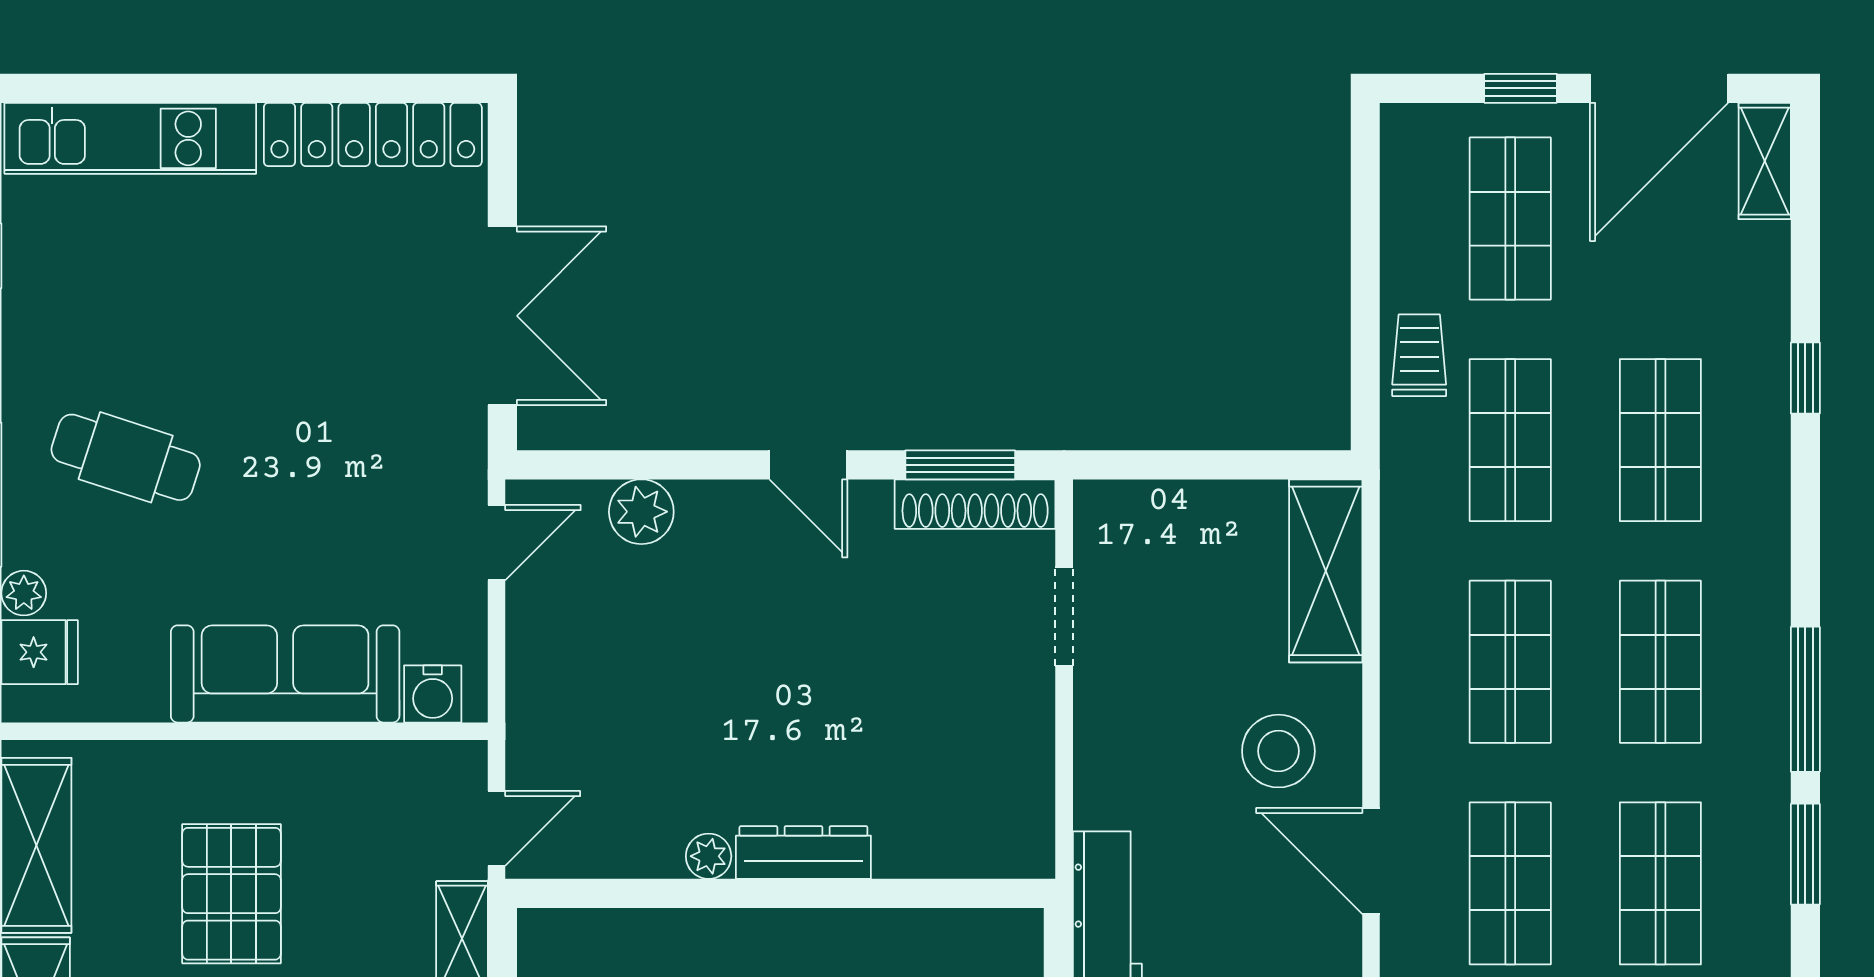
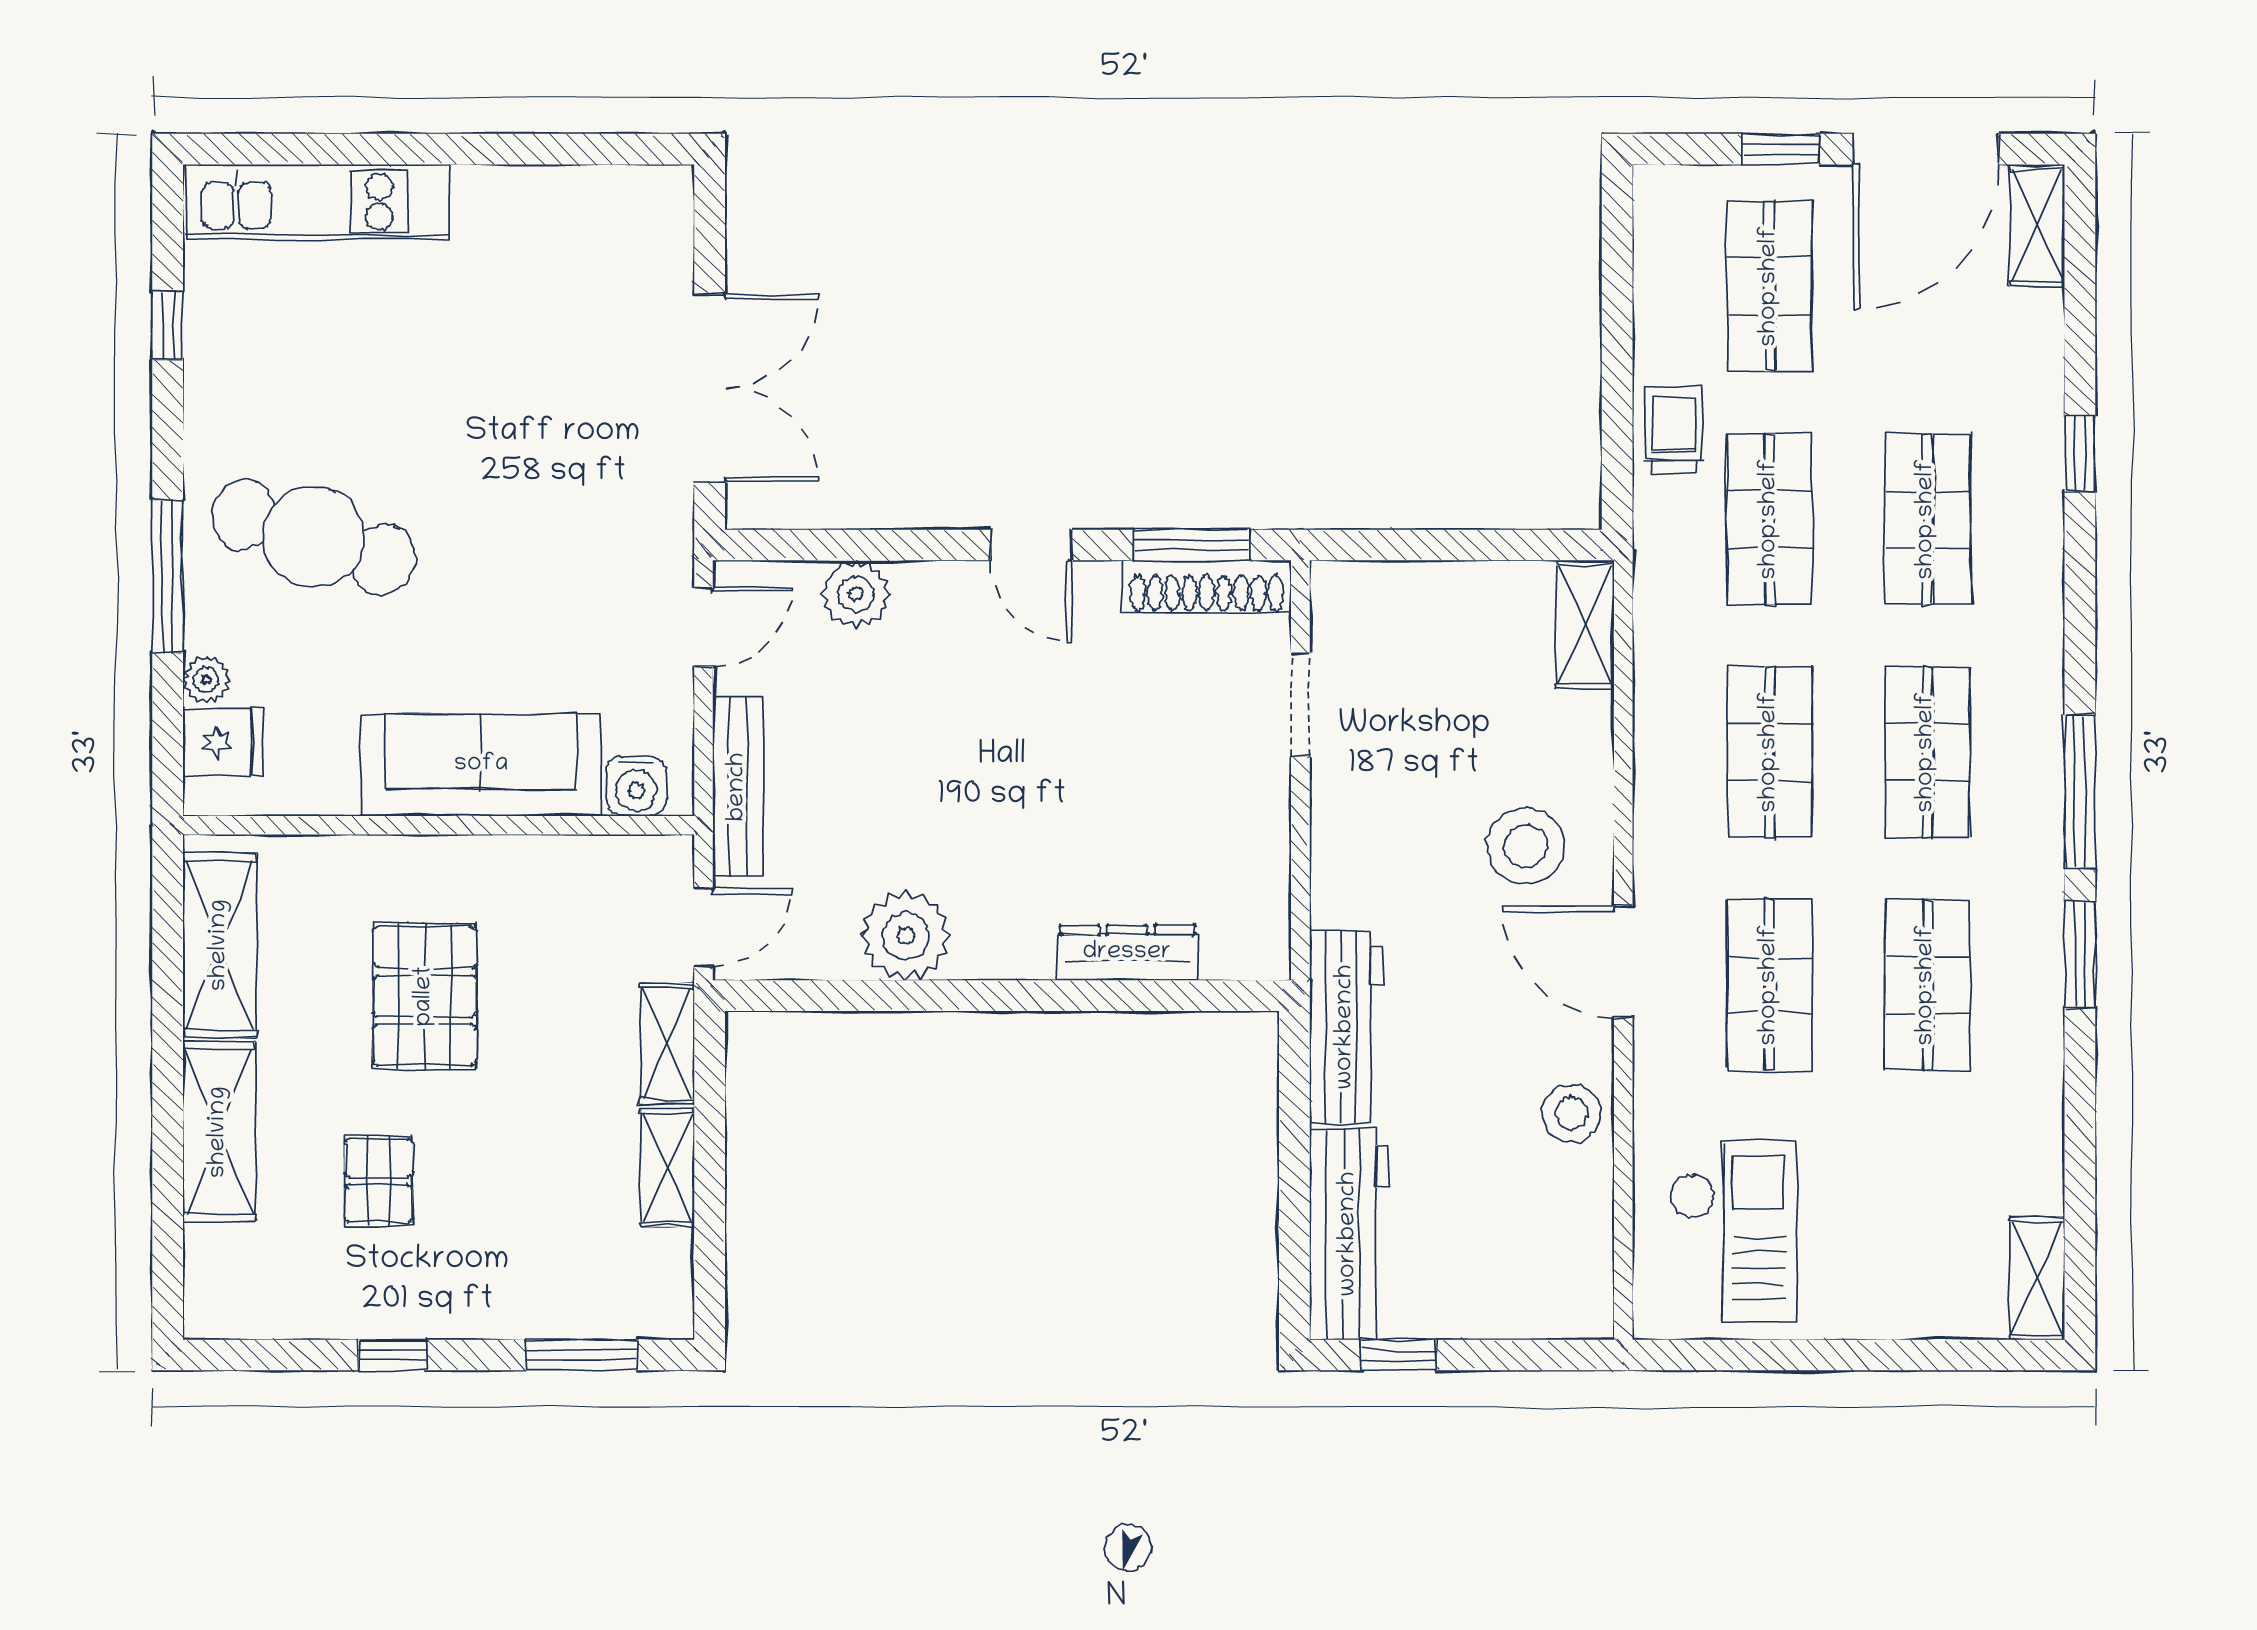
locker: (373, 135) -> (573, 198), removed
cafe table: (126, 457) -> (313, 537), width x1.37, depth x1.35
shelving: (1326, 571) -> (1585, 624), width x0.67, depth x0.75
bench: (529, 695) -> (738, 787), added
dresser: (803, 852) -> (1127, 953), moved
plant: (709, 856) -> (906, 936), width x1.88, depth x1.88

